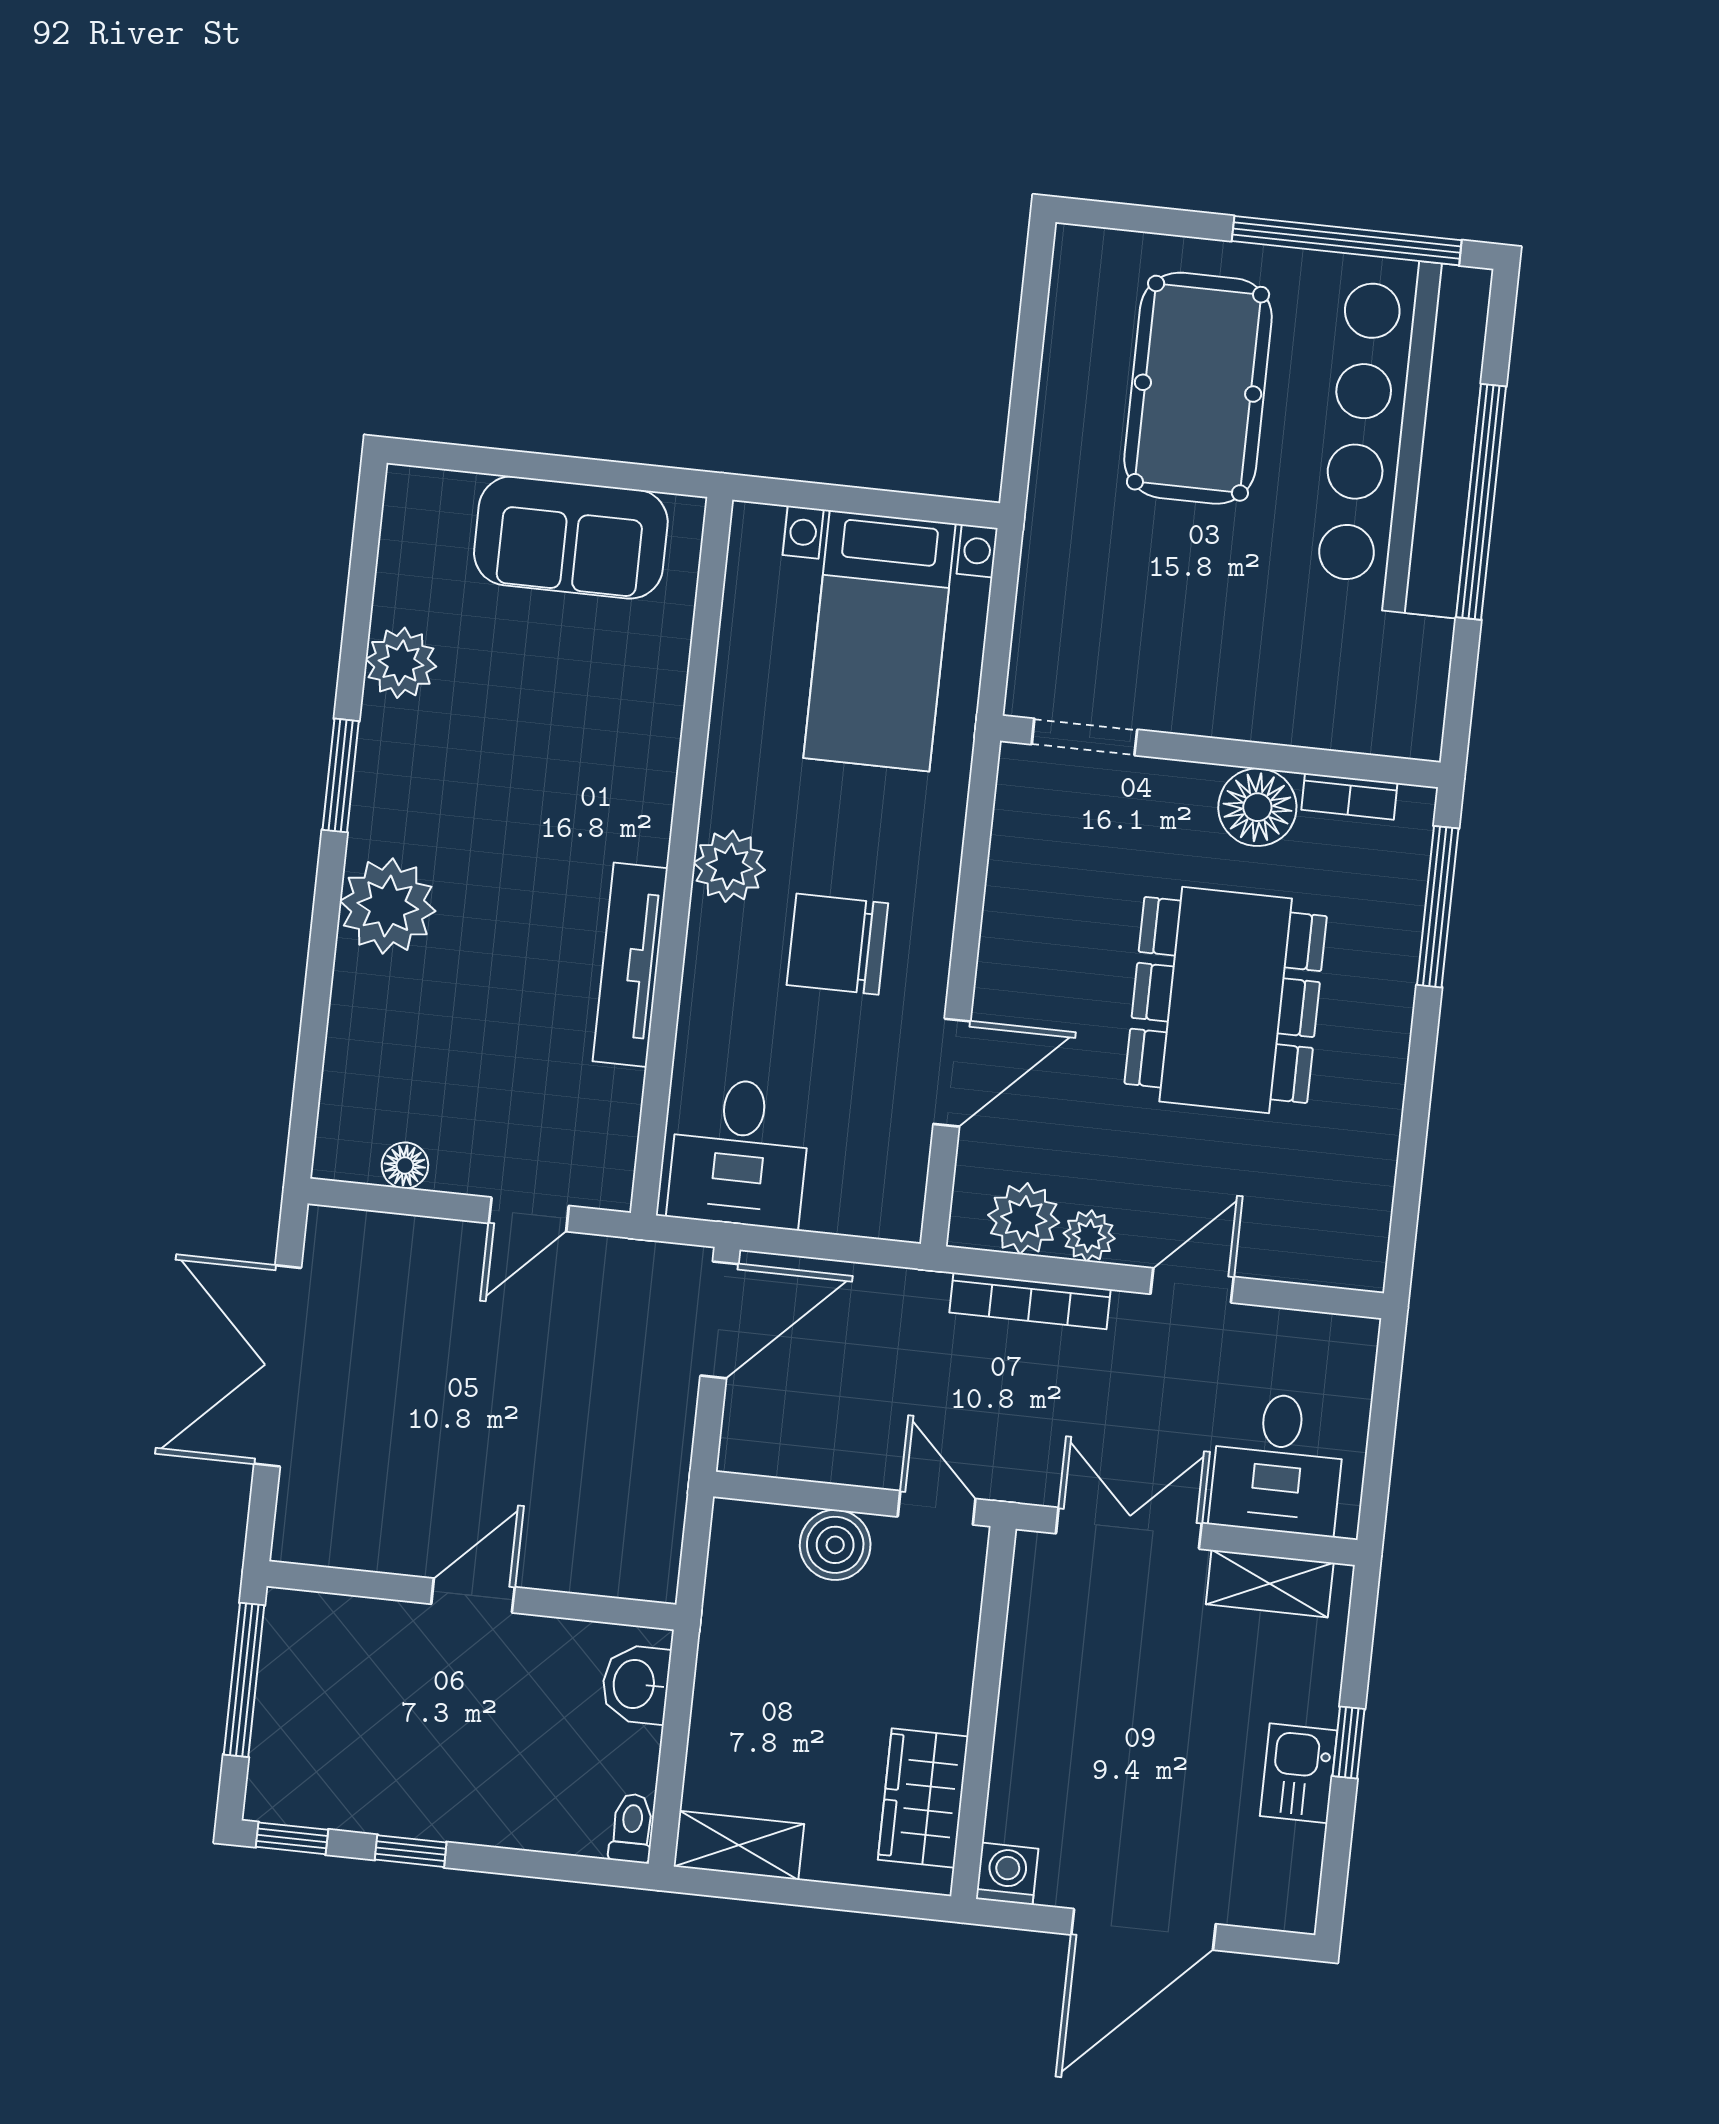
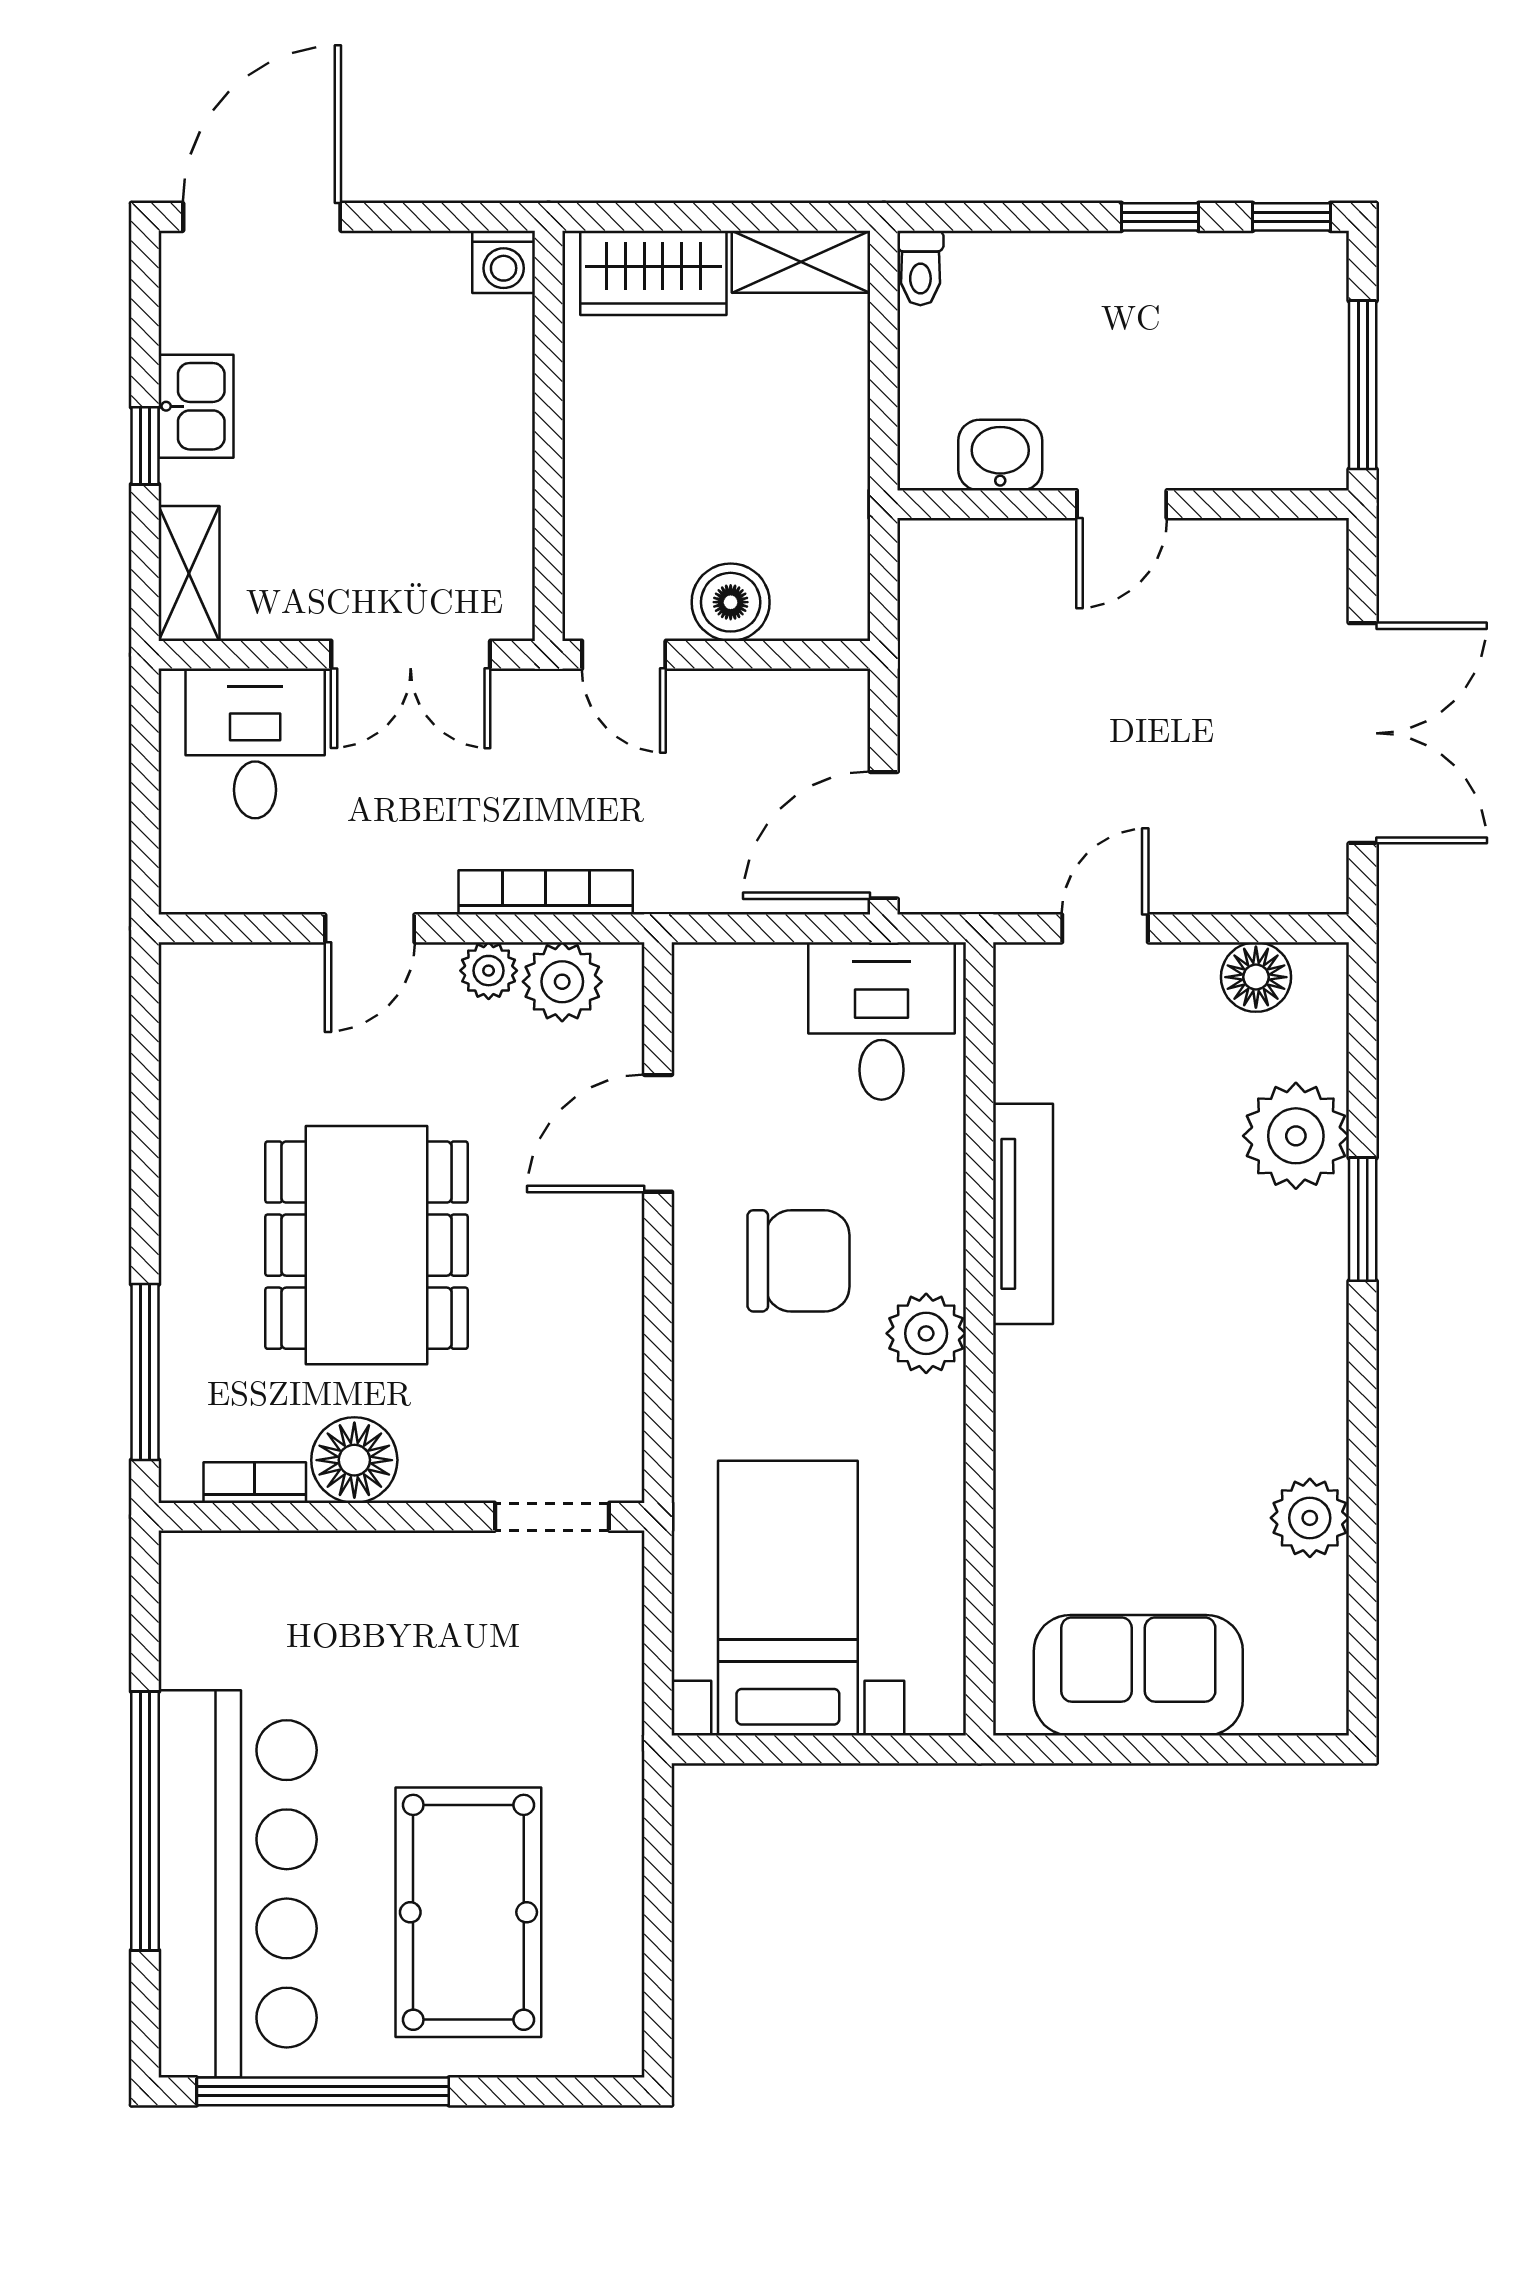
window: (341, 775) -> (1363, 1219), moved
plant: (388, 906) -> (1296, 1136), moved
floor lamp: (405, 1165) -> (1256, 977), width x1.37, depth x1.37
shelving: (1270, 1584) -> (189, 574), moved, turned 90
washbasin: (636, 1684) -> (1000, 455), moved, turned -90
wardrobe: (923, 1798) -> (653, 273), moved, turned 90
door: (1143, 1929) -> (262, 217), moved

